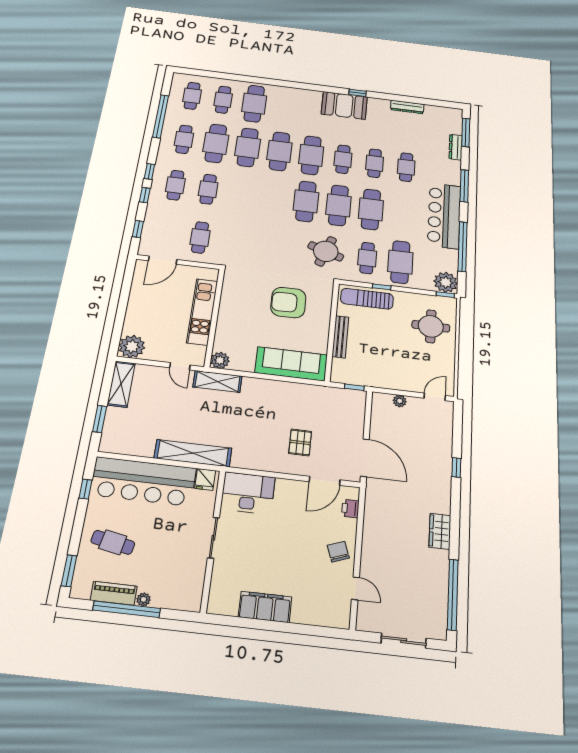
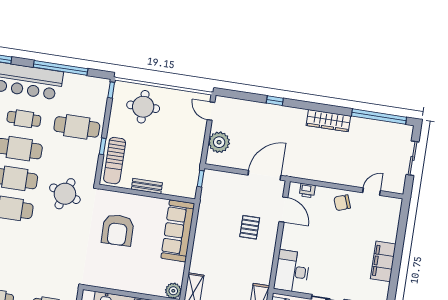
cafe table: (367, 258) -> (24, 119), moved
plant: (446, 282) -> (98, 88), removed
bench: (340, 337) -> (147, 186), width x0.73
plant: (400, 401) -> (219, 142), width x1.88, depth x1.88
pallet: (300, 442) -> (250, 227), turned 90
wardrobe: (440, 531) -> (328, 121), width x1.50

